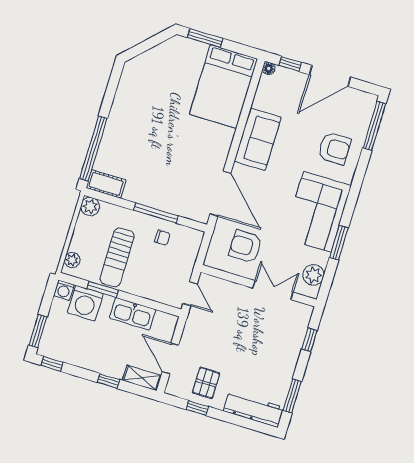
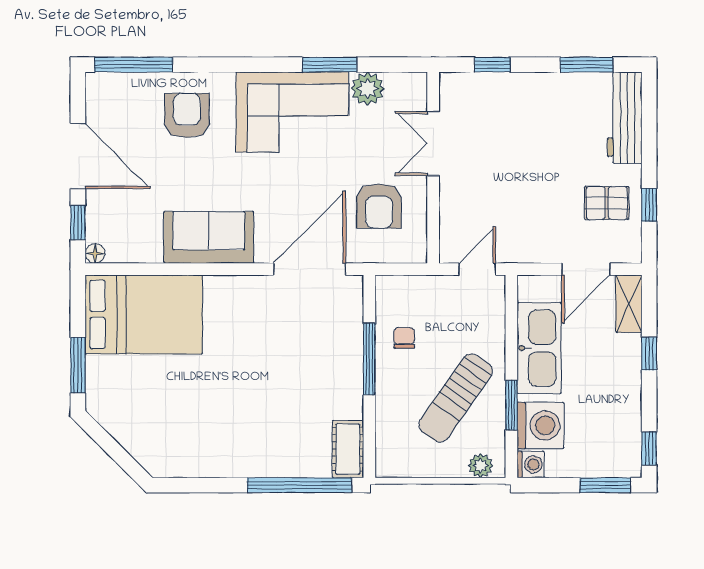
plant: (90, 207) -> (390, 463), removed
sun lounger: (117, 257) -> (456, 398), turned 125
plant: (313, 275) -> (368, 89), moved
kitchen sink: (132, 314) -> (539, 348), width x1.36, depth x1.24

